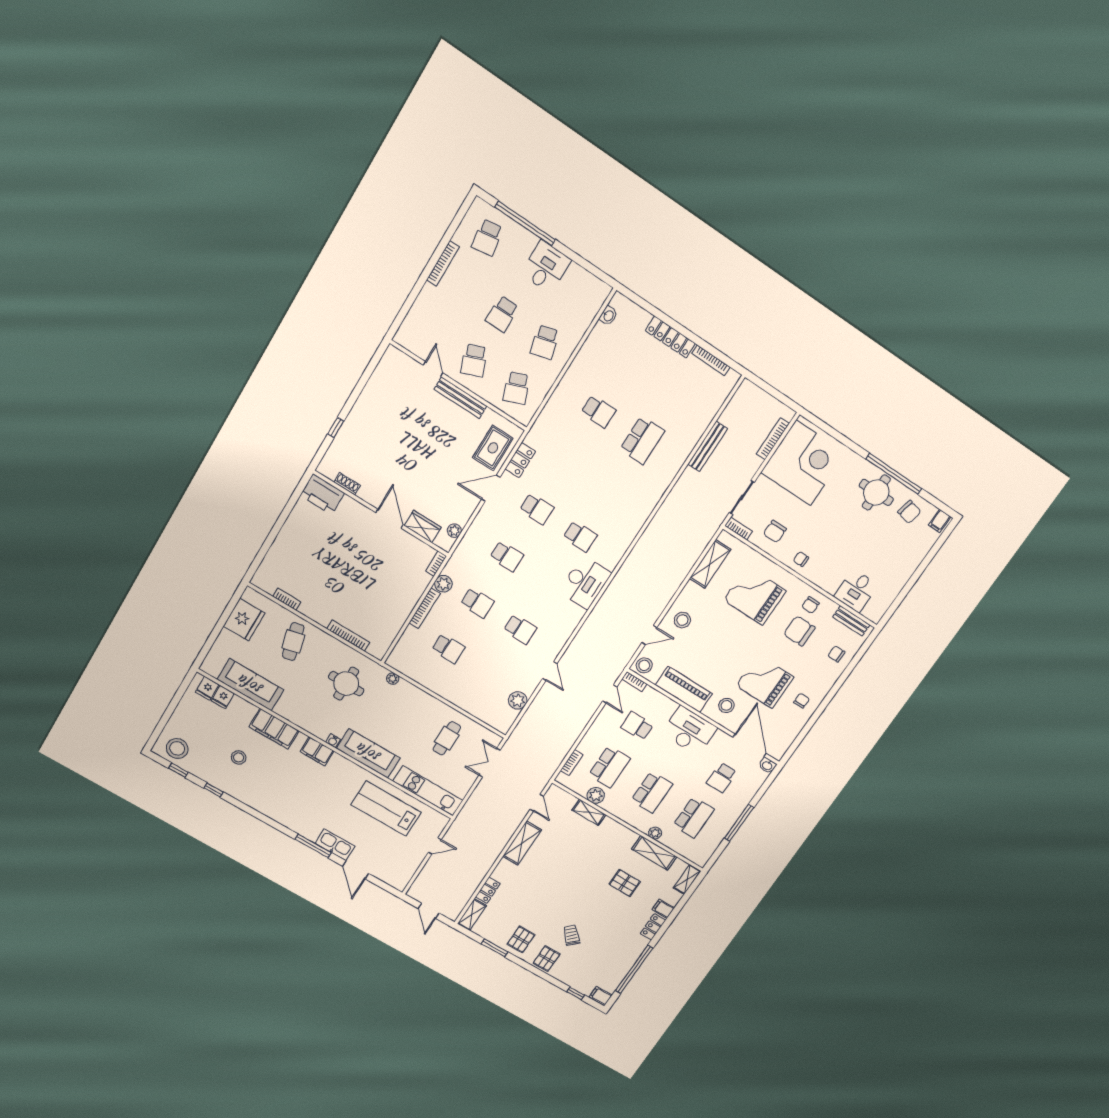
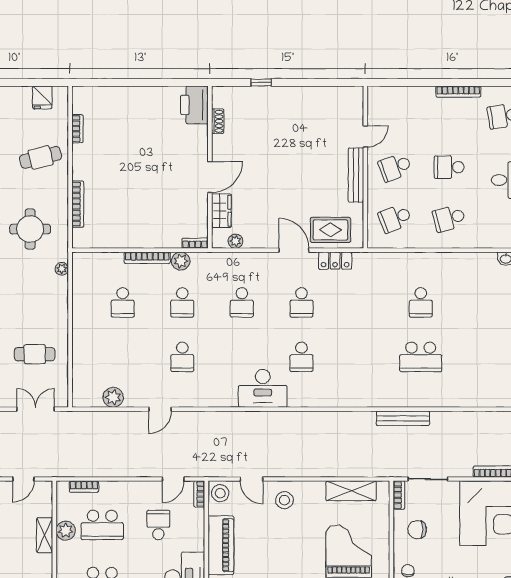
bench: (708, 446) -> (403, 418), moved
fridge: (244, 620) -> (42, 97), width x0.53, depth x0.75

